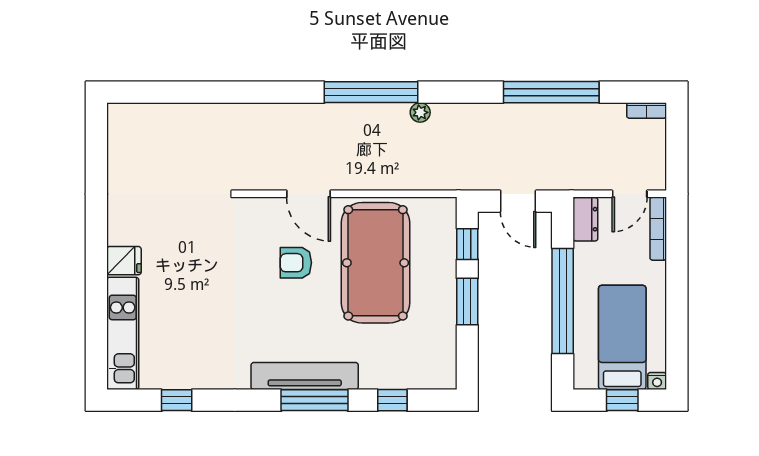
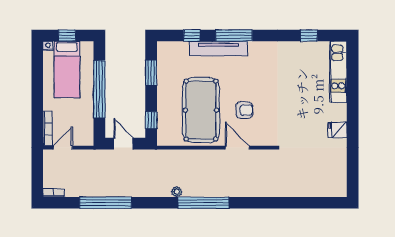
dresser: (585, 219) -> (87, 134), removed
fridge: (124, 261) -> (338, 130), moved
window: (467, 302) -> (151, 73), moved
tv unit: (305, 376) -> (218, 49), moved

